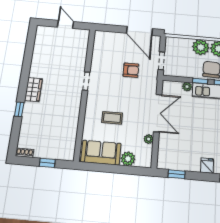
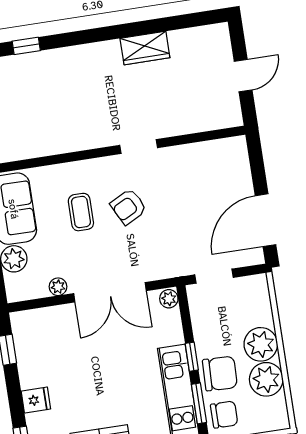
armchair: (131, 70) -> (128, 207), moved, turned 63
plant: (187, 87) -> (169, 299), moved
wardrobe: (33, 90) -> (145, 48), moved
window: (19, 109) -> (26, 46), moved

